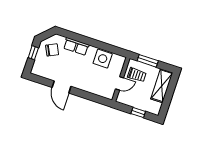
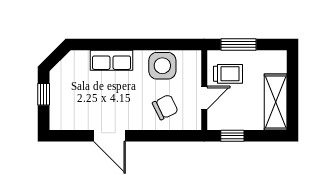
chair: (52, 50) -> (165, 107), moved
shelving: (162, 86) -> (276, 102), moved
window: (138, 112) -> (232, 136), moved

